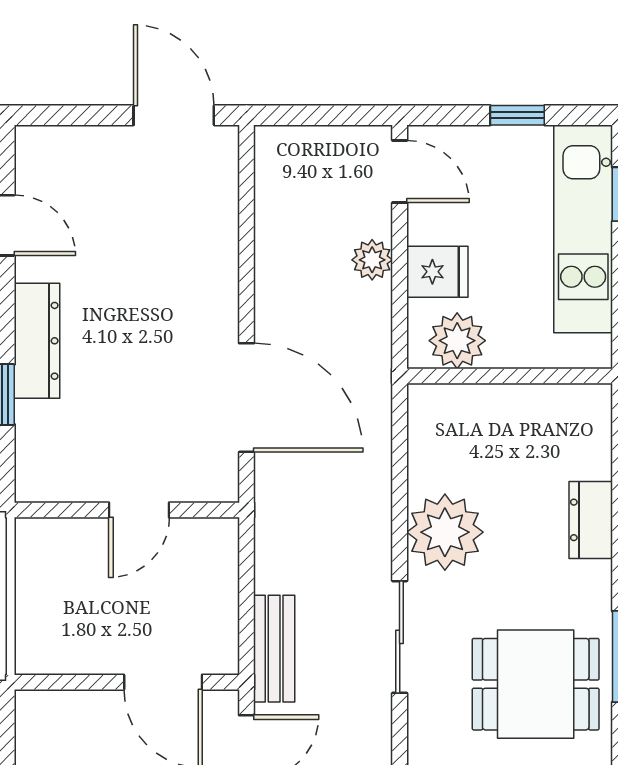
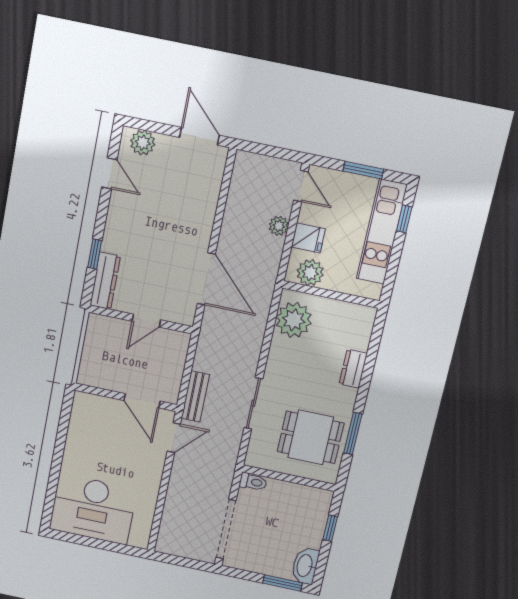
window: (517, 115) -> (363, 170), width x1.50
plant: (61, 151) -> (143, 143), added
dresser: (37, 341) -> (105, 281), moved
plant: (445, 532) -> (294, 320), moved

